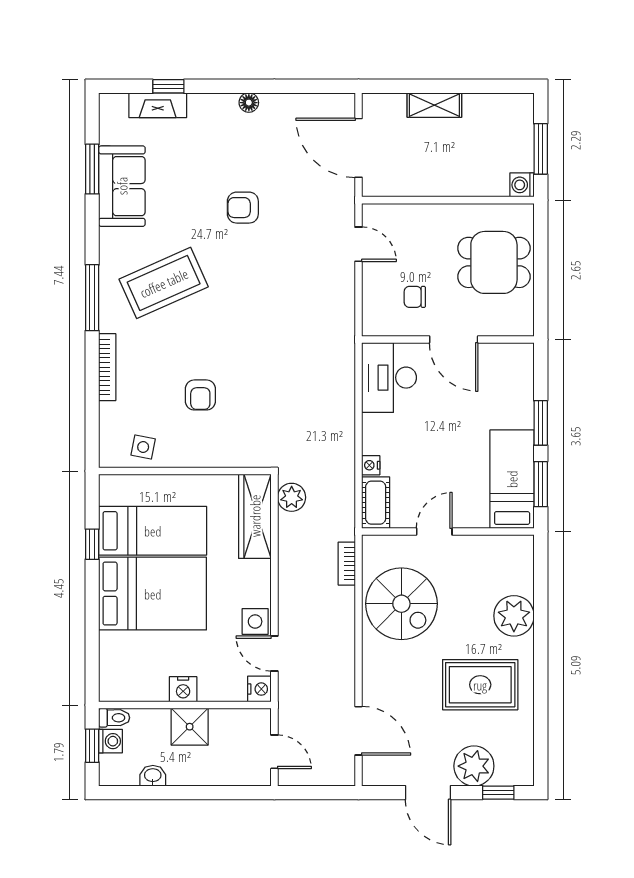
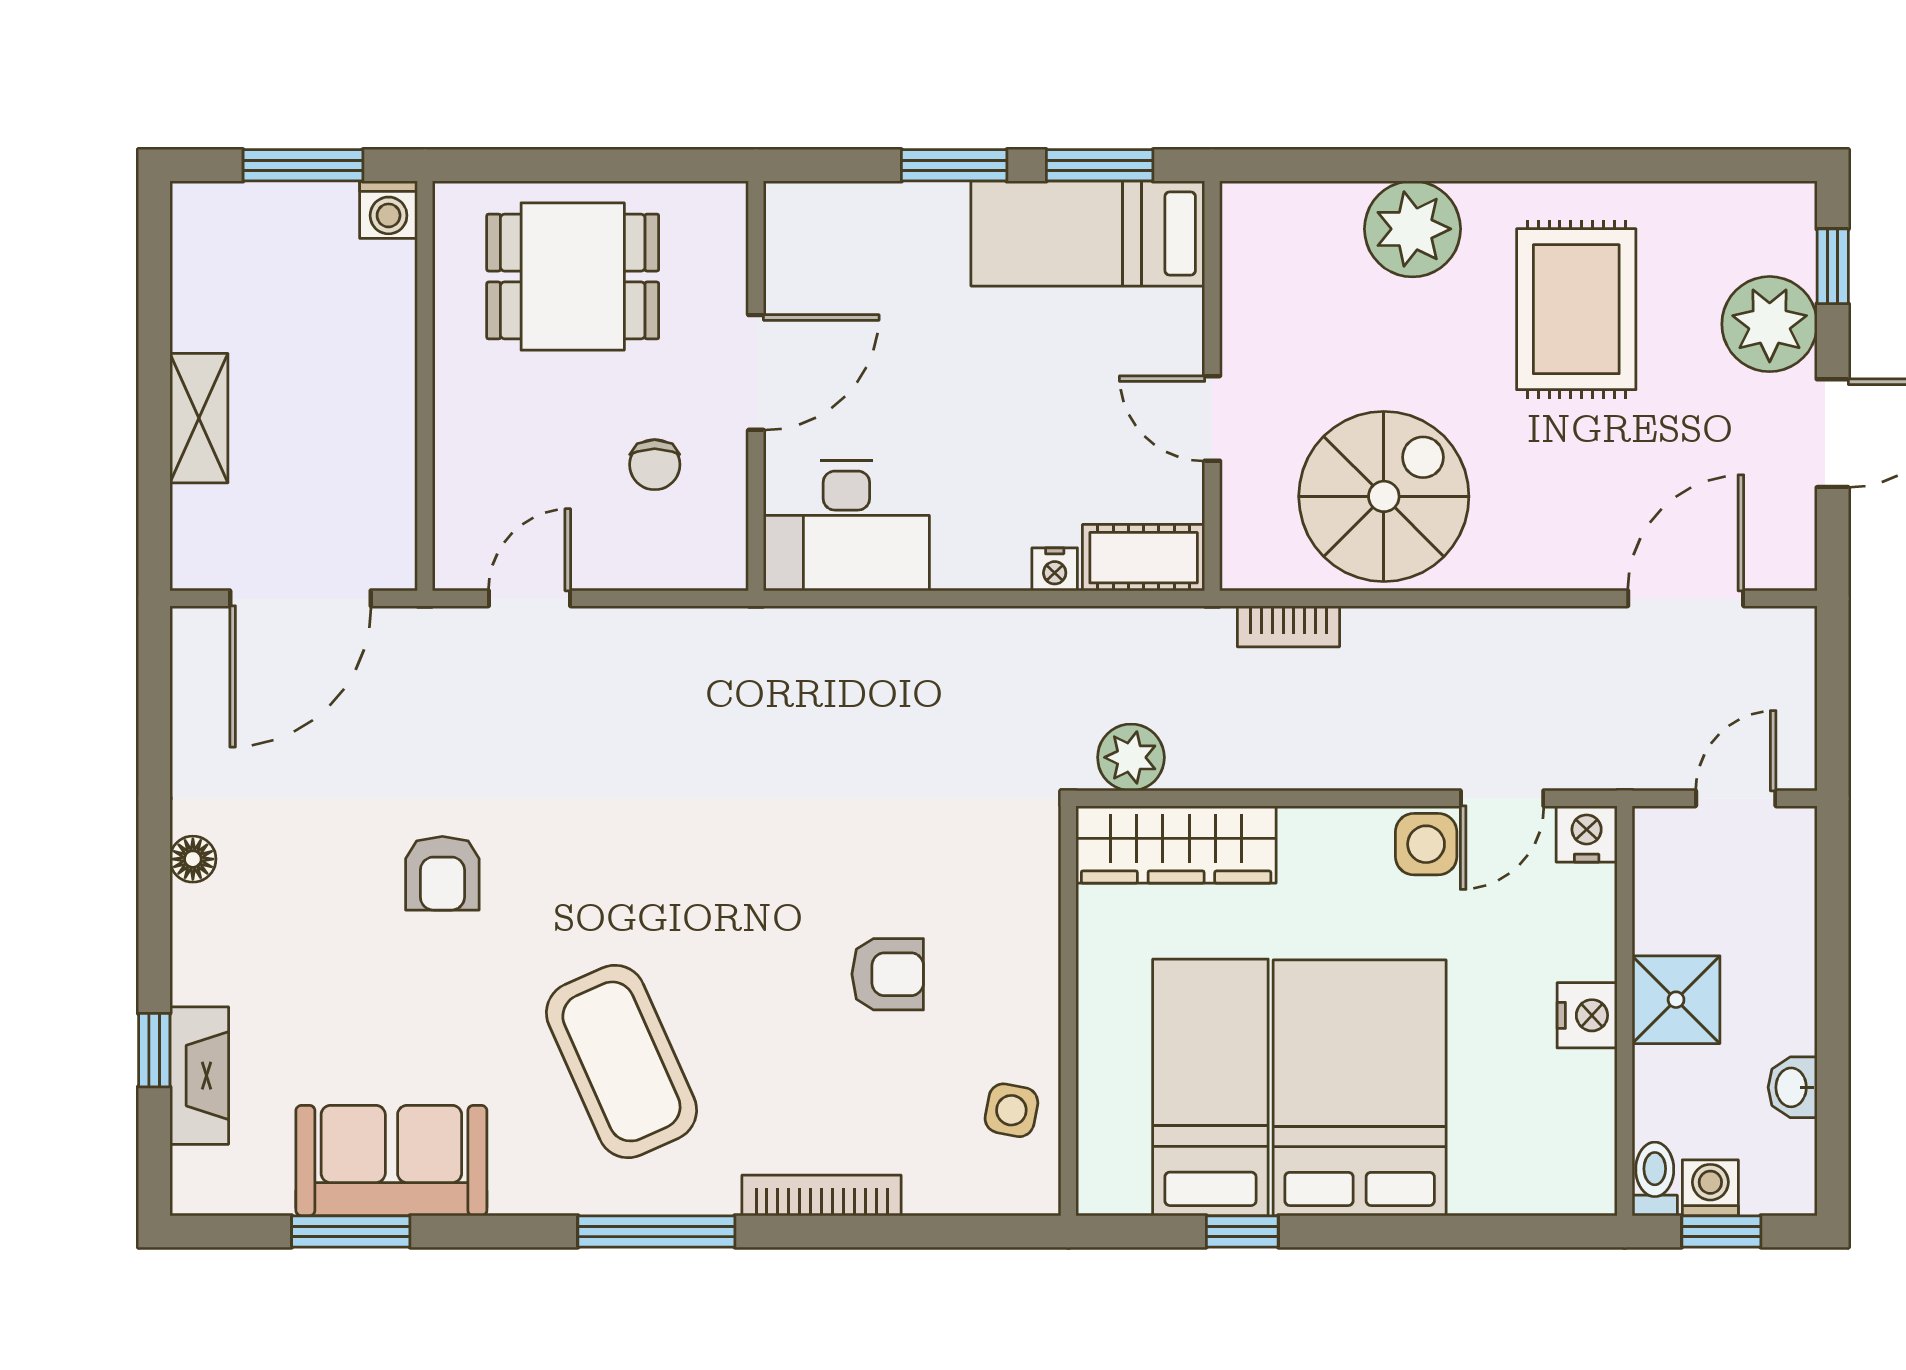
dining table: (494, 262) -> (573, 277), turned 90

